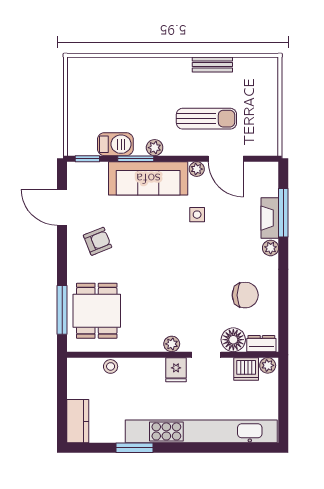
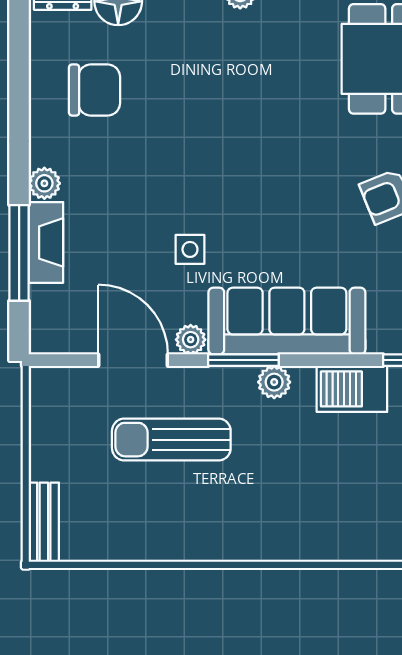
bench: (212, 64) -> (44, 522), moved, turned 90
window: (136, 159) -> (243, 360), moved
chair: (245, 295) -> (95, 90), turned 180

